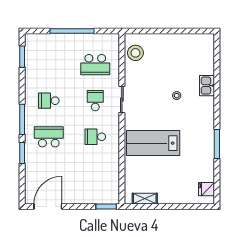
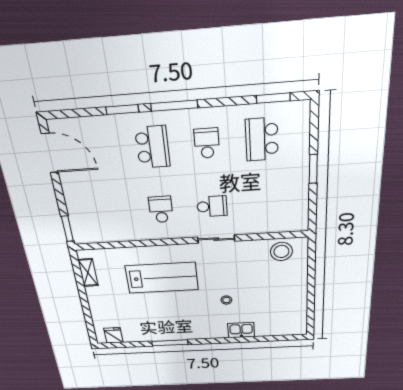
window: (72, 31) -> (313, 169), width x0.47
school desk: (95, 65) -> (262, 139), moved
lab bench: (153, 143) -> (162, 278), turned 90

